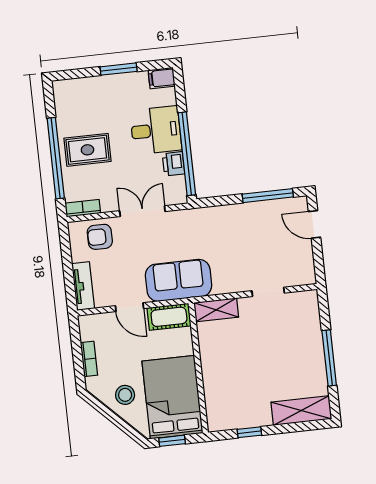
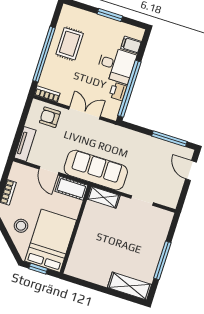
filing cabinet: (162, 78) -> (131, 45), moved
rug: (87, 150) -> (70, 44), moved, turned 90
sofa: (179, 280) -> (96, 170), width x1.36
window: (249, 432) -> (90, 285), removed

